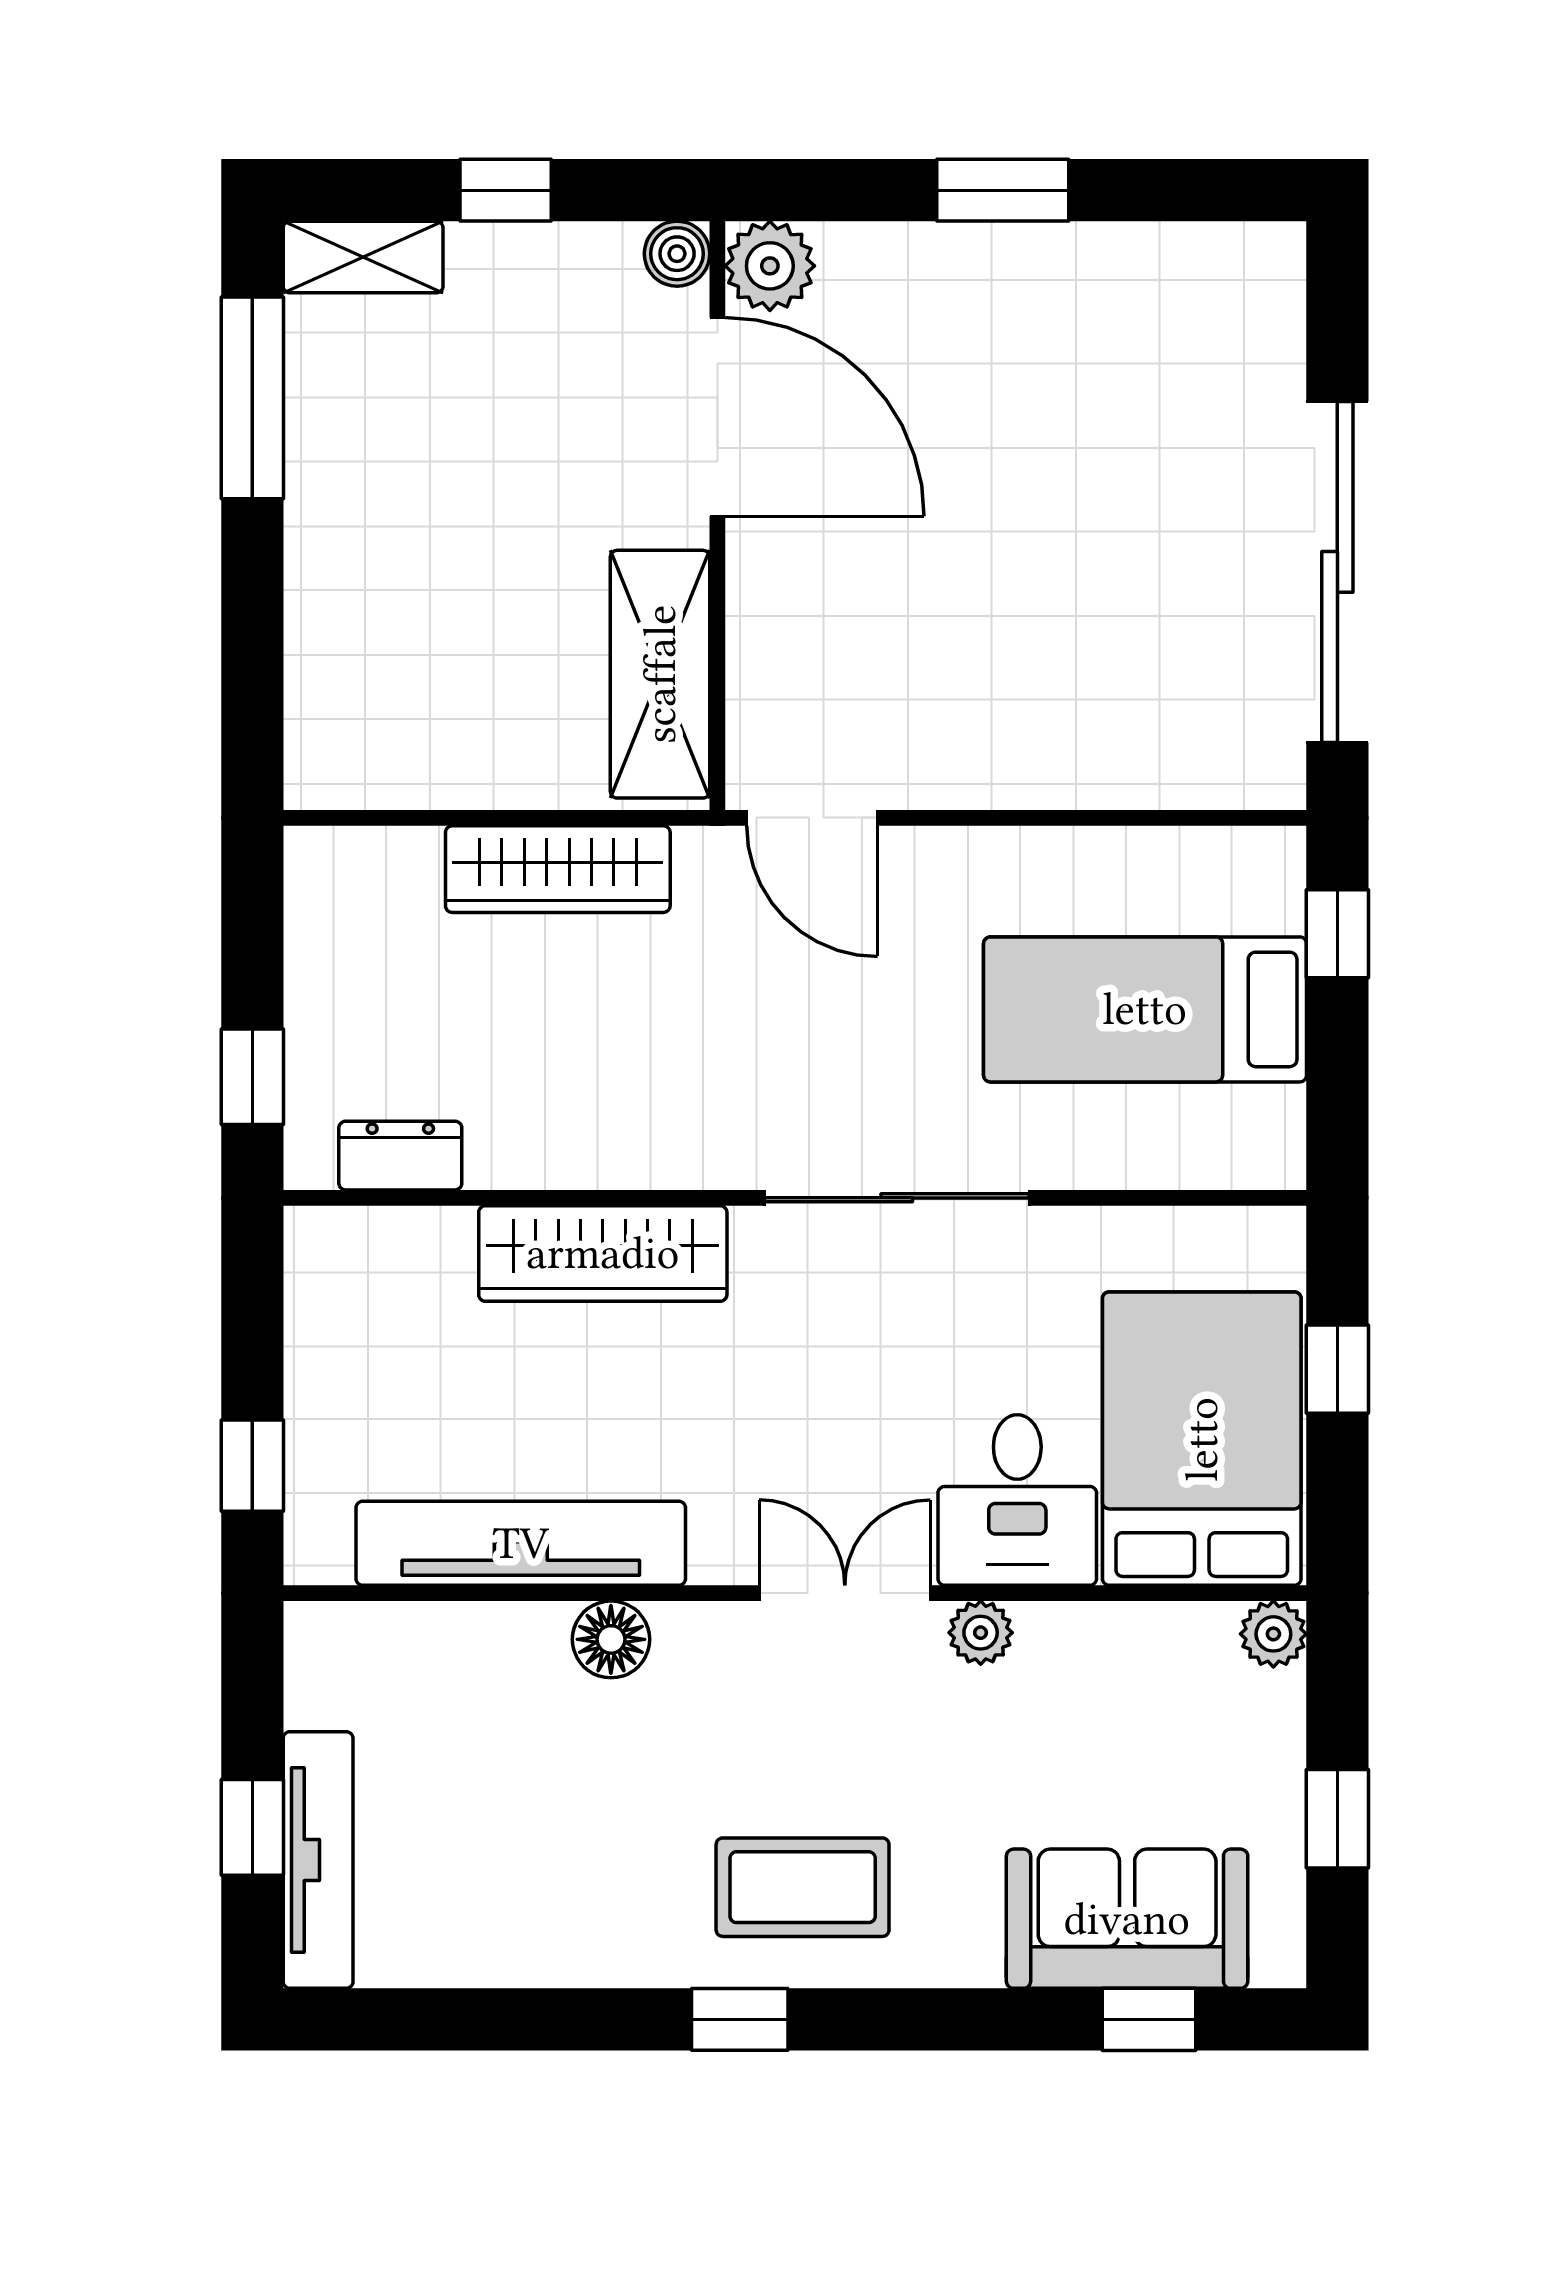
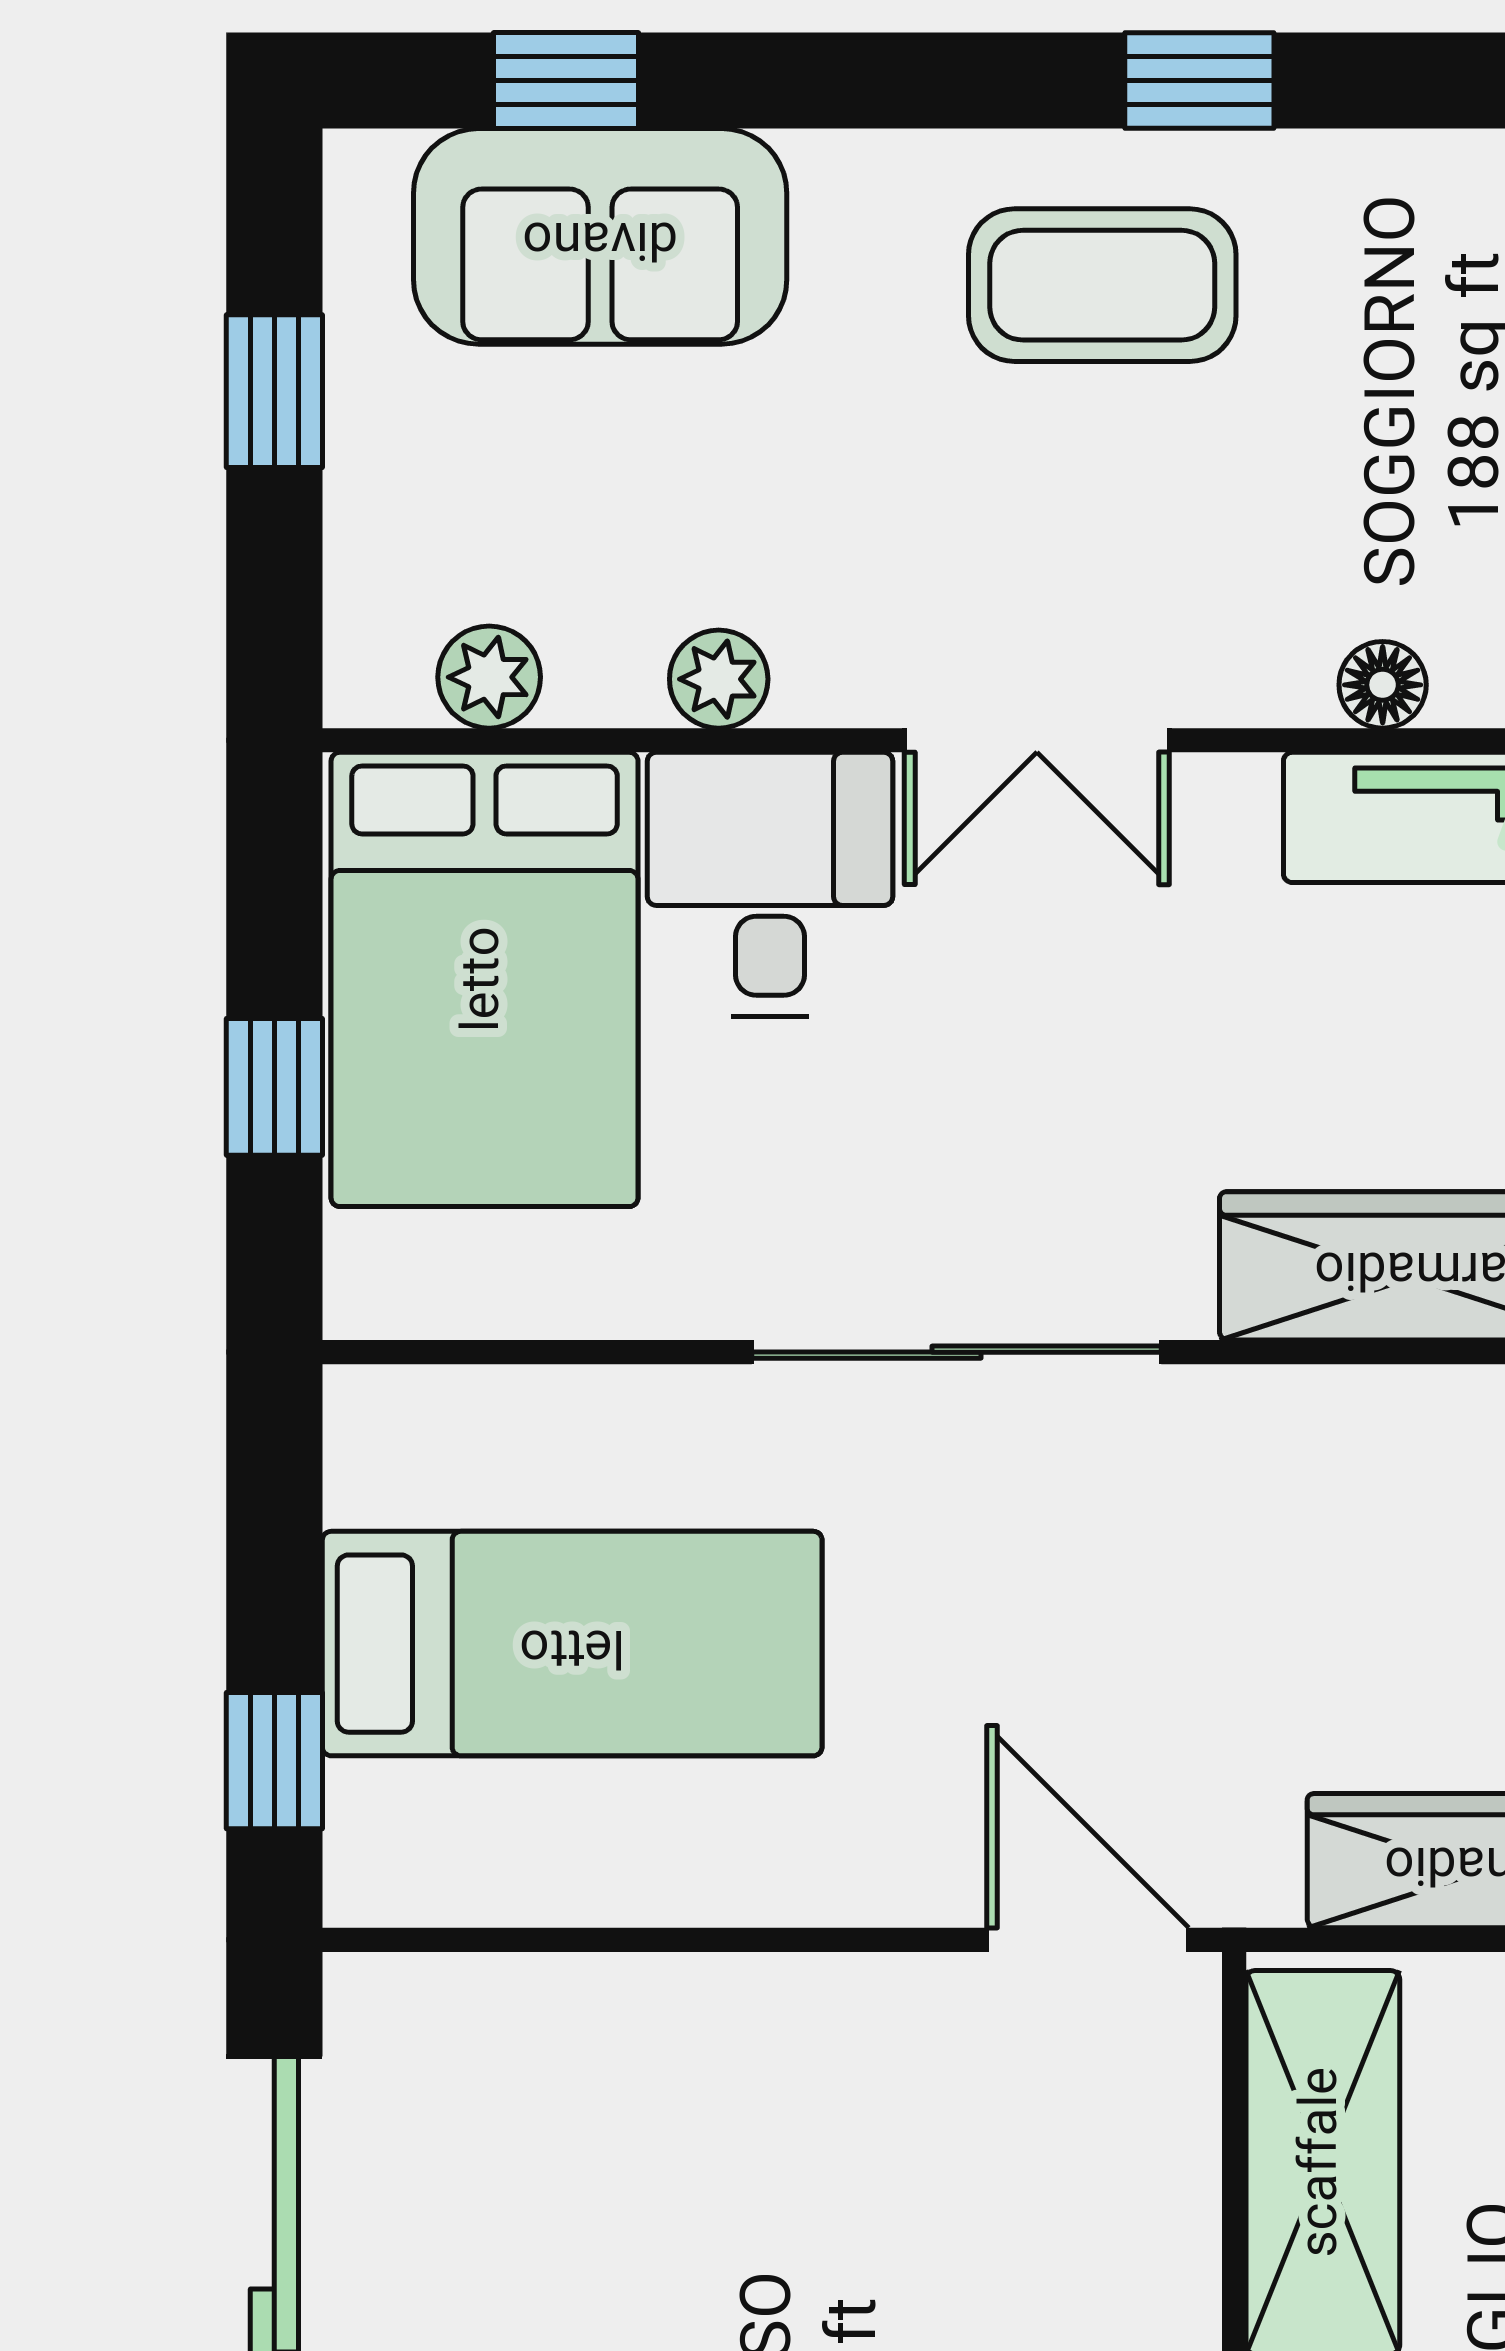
plant: (981, 1633) -> (719, 679), moved
plant: (1273, 1634) -> (489, 677), moved
floor lamp: (611, 1639) -> (1383, 685), width x0.73, depth x0.73

